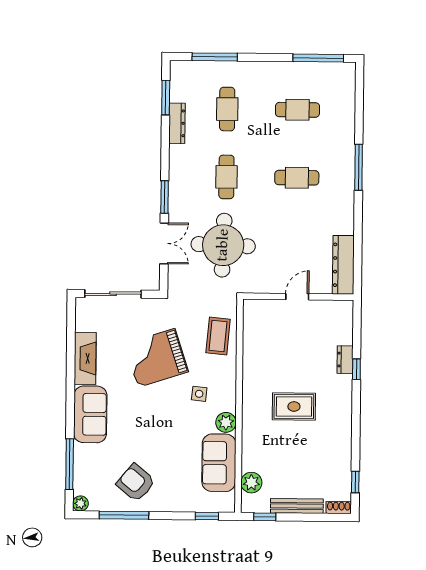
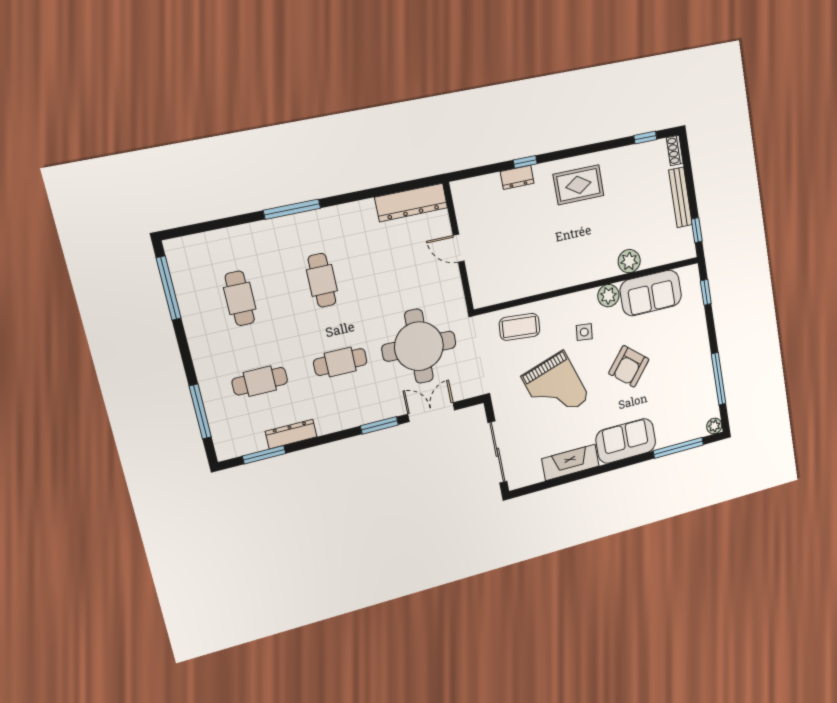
rug: (294, 407) -> (578, 185), moved, turned 90
armchair: (136, 483) -> (629, 366), moved
plant: (251, 483) -> (629, 261), moved

